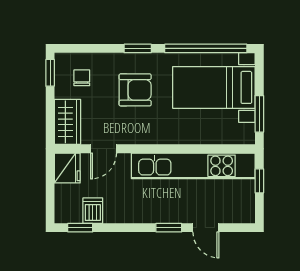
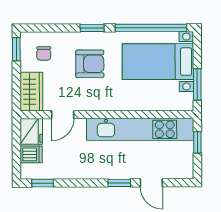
chair: (82, 78) -> (44, 53), turned 180
dishwasher: (93, 211) -> (31, 154), moved, turned 90

